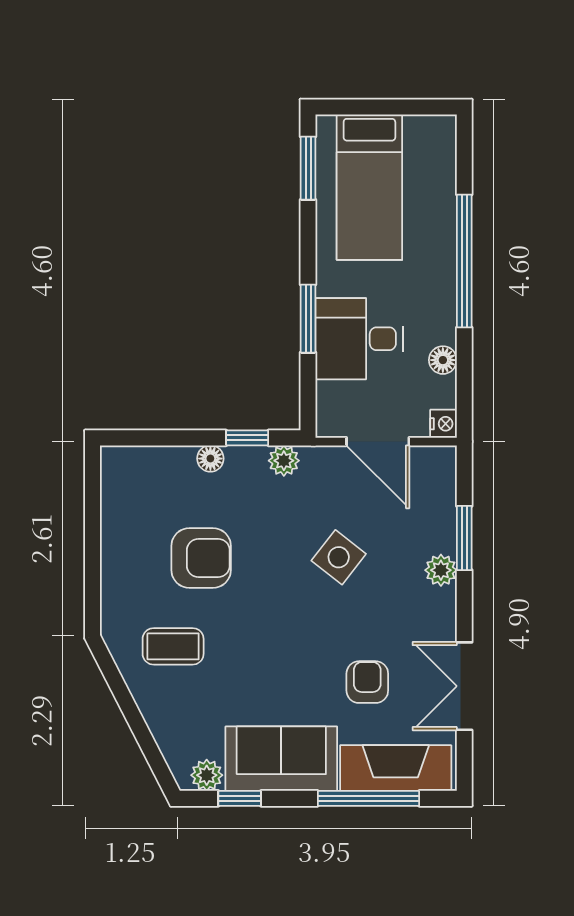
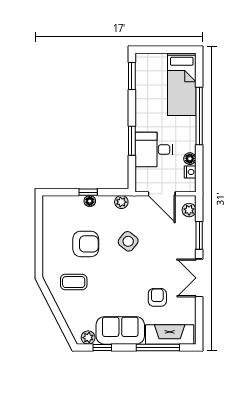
bed: (369, 187) -> (182, 84), moved
nightstand: (443, 424) -> (190, 172), moved
window: (247, 438) -> (88, 192), moved
side table: (339, 557) -> (128, 241), moved
plant: (441, 570) -> (189, 210), moved
double door: (464, 686) -> (199, 278), moved

